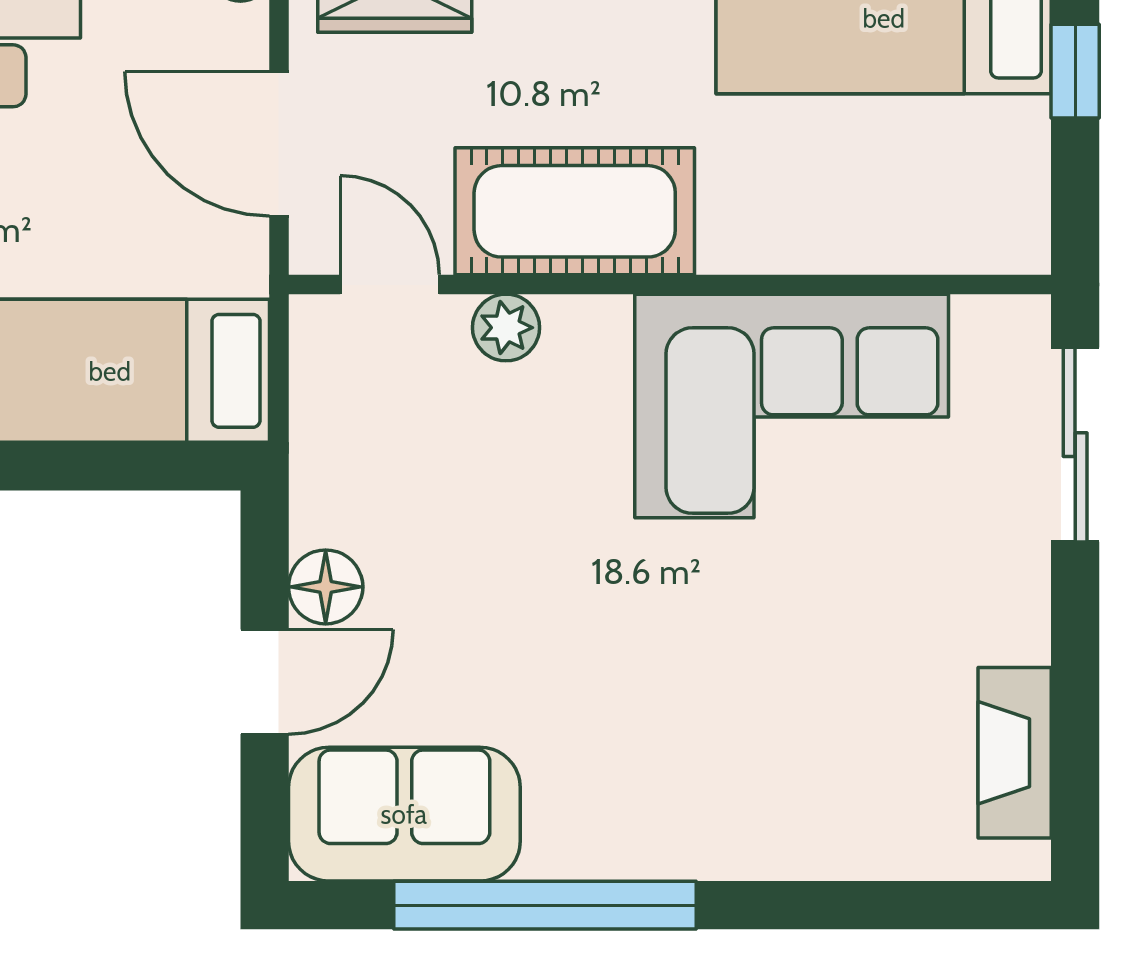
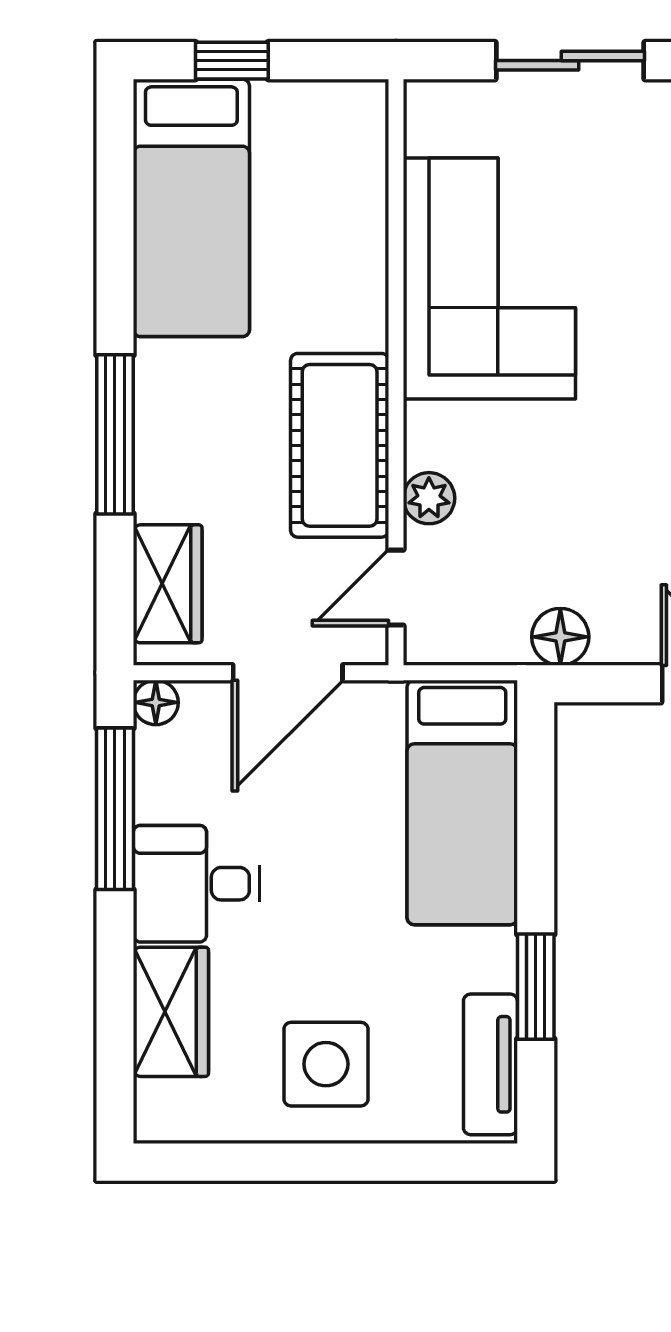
sliding door: (1075, 445) -> (570, 61), moved
floor lamp: (326, 587) -> (560, 637), moved

